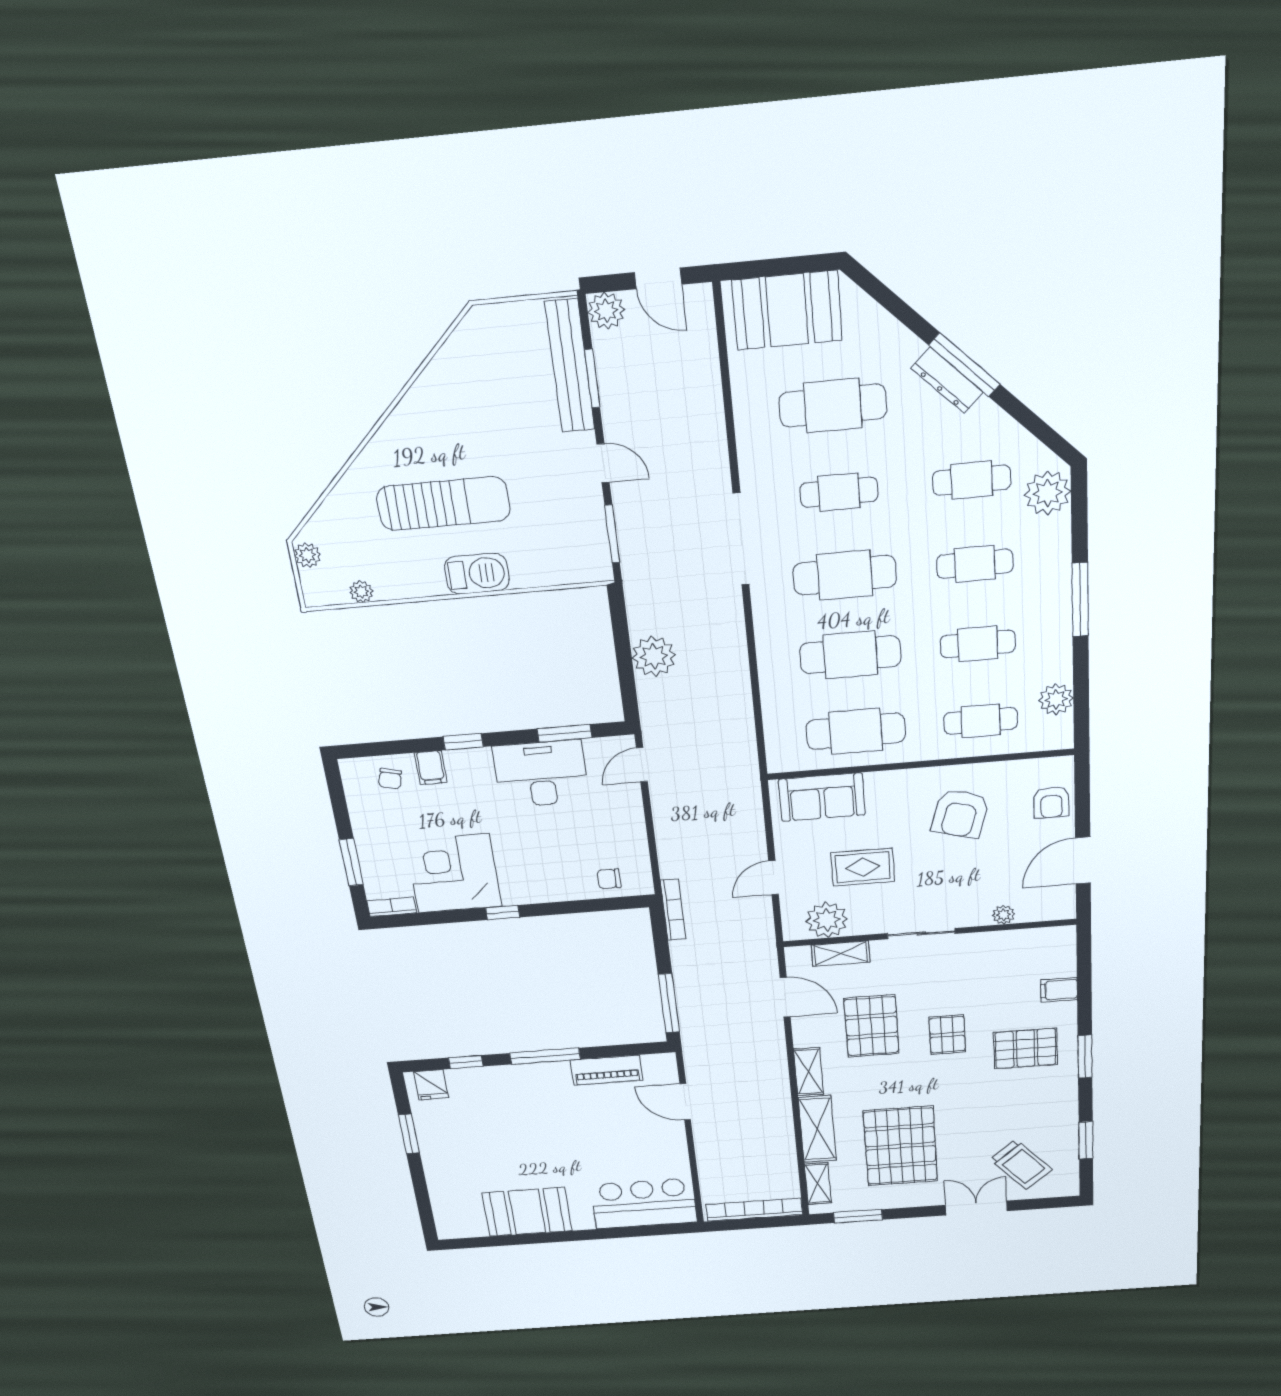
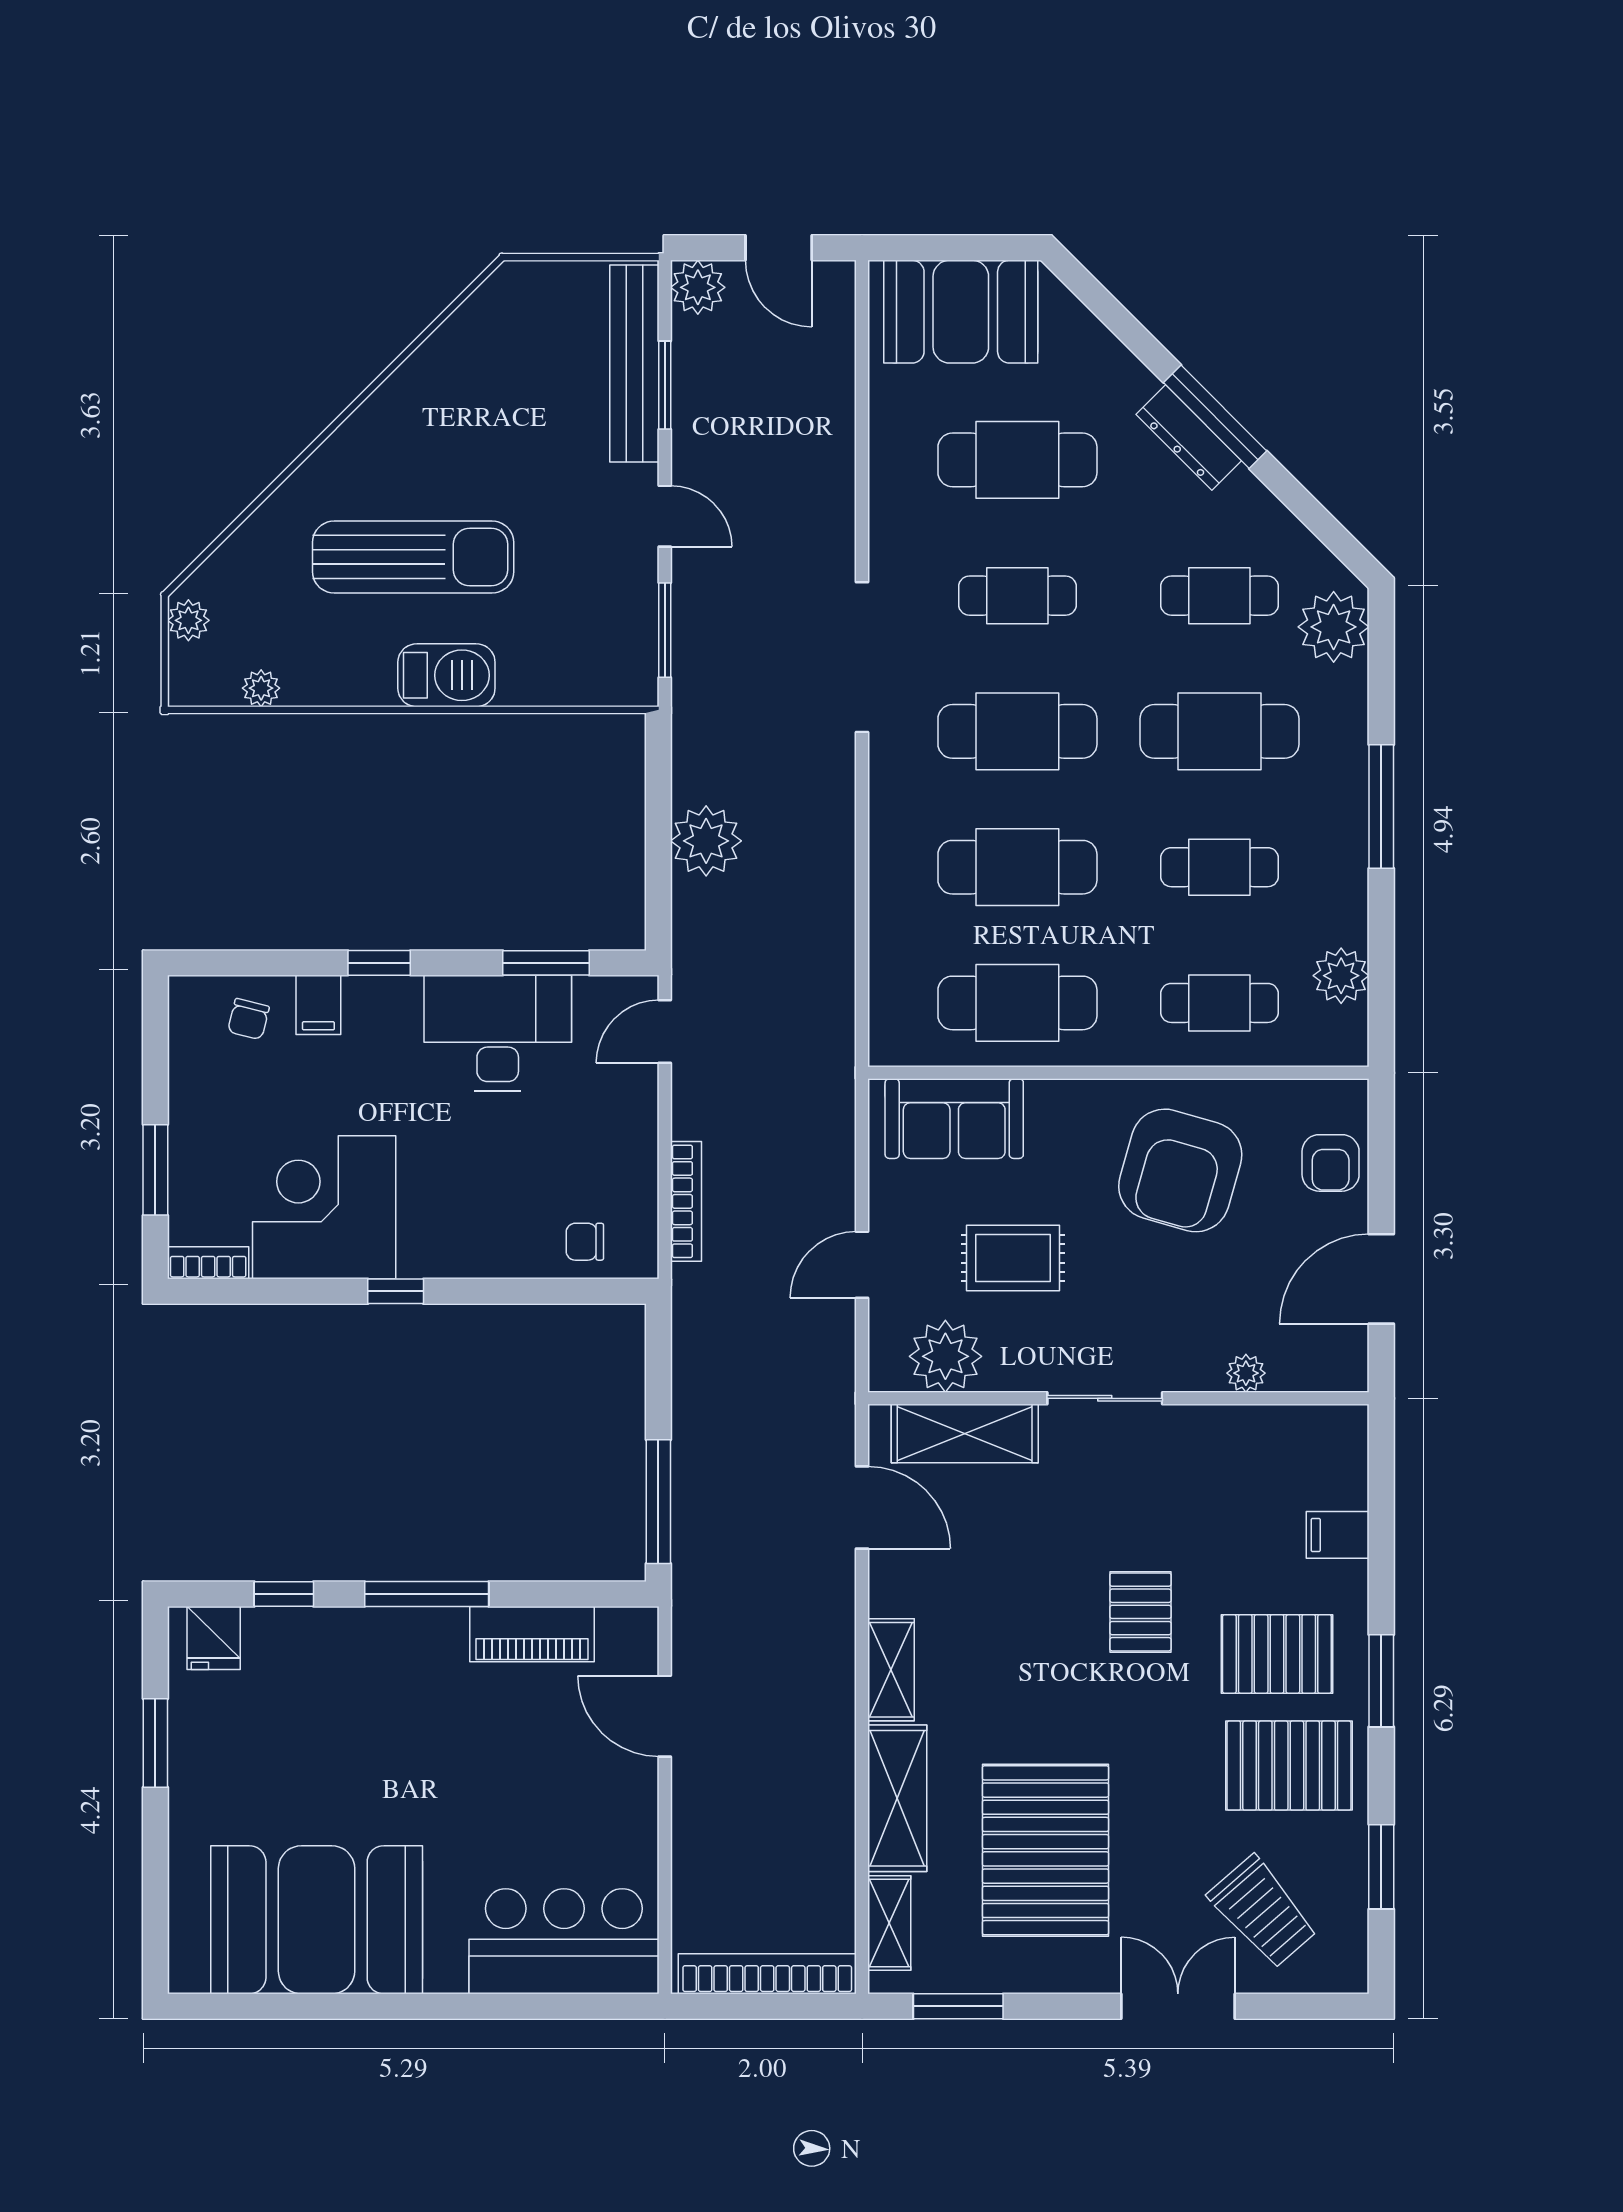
cafe table: (975, 564) -> (1219, 731), width x1.37, depth x1.35
armchair: (960, 814) -> (1180, 1170), width x1.36, depth x1.36
bookcase: (673, 910) -> (686, 1201), moved
shelving: (841, 954) -> (965, 1434), width x1.50, depth x1.33
pallet: (871, 1026) -> (1289, 1766), moved, turned 90
booth: (527, 1212) -> (317, 1920), width x1.36, depth x1.42

